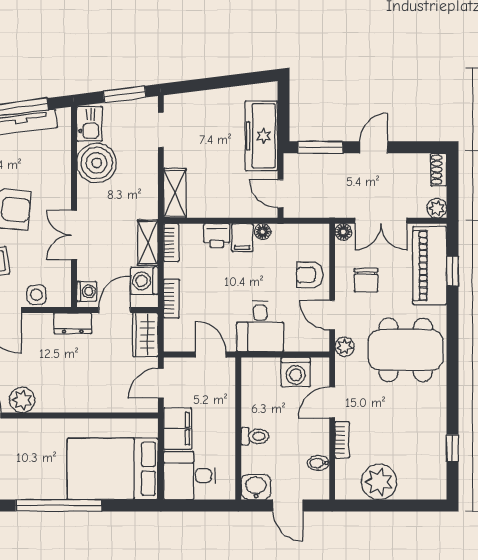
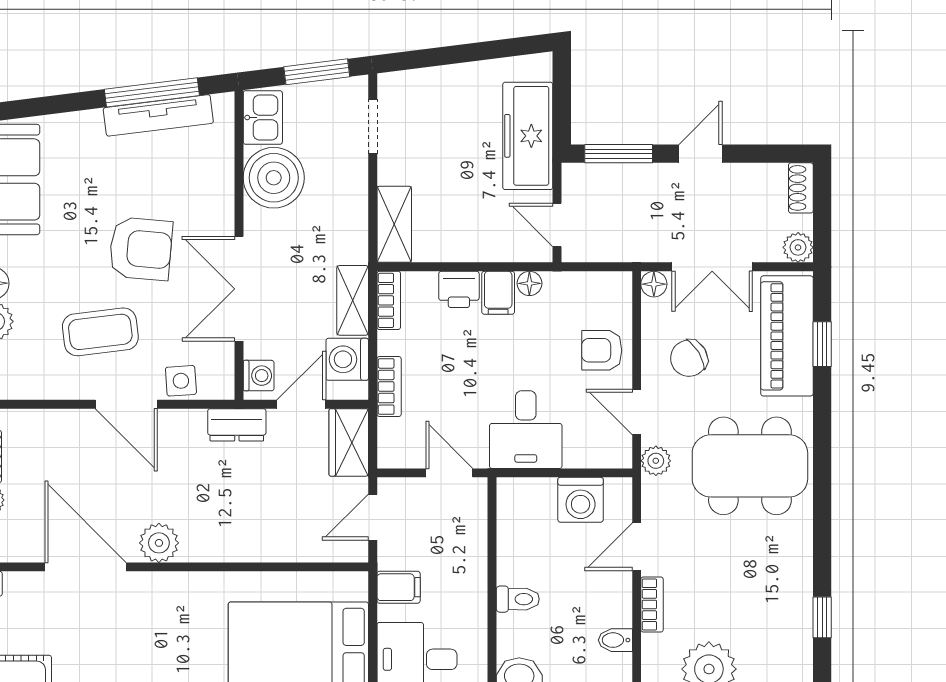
double door: (74, 235) -> (239, 289), width x1.37
chair: (366, 280) -> (689, 358), turned 59
filing cabinet: (178, 429) -> (399, 587), width x0.50

